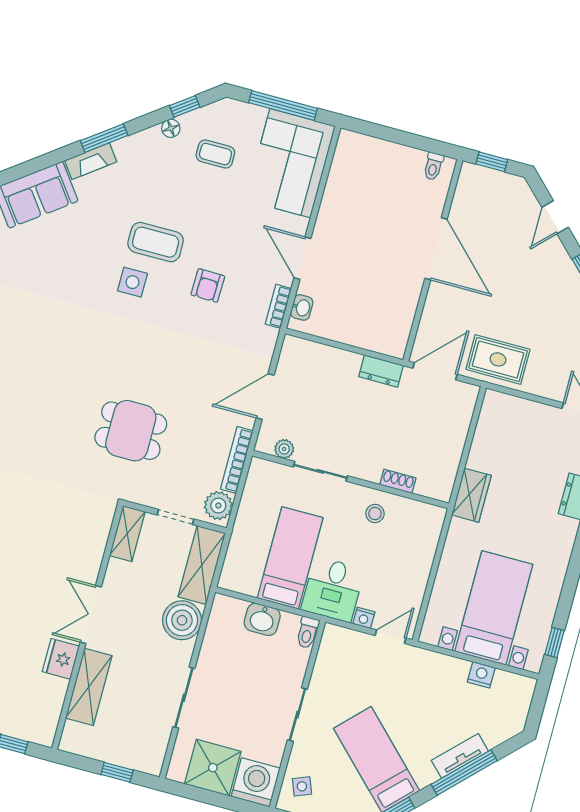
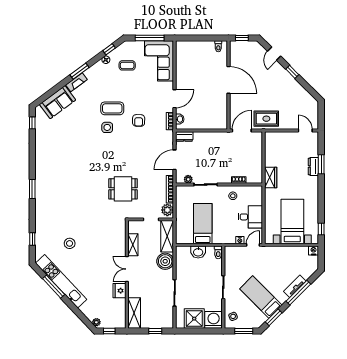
door: (302, 258) -> (175, 99), swing flipped
dresser: (381, 371) -> (184, 136), moved
shelving: (127, 534) -> (133, 245), moved
desk: (333, 589) -> (250, 217), moved, turned -90
nightstand: (481, 675) -> (314, 250), moved
shelving: (89, 687) -> (134, 313), moved

